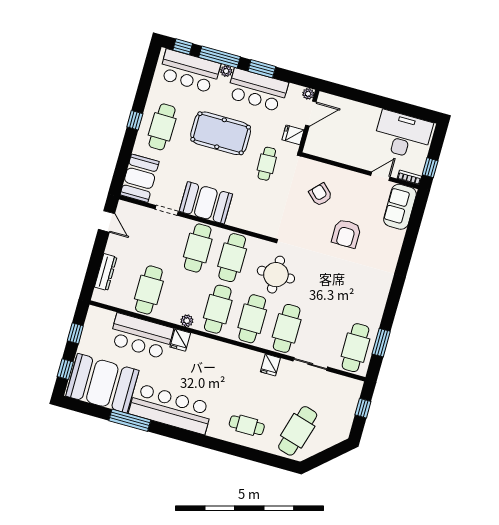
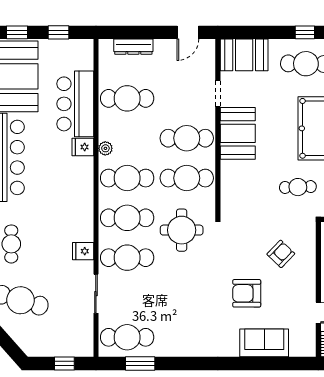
sofa: (400, 207) -> (264, 343), moved

